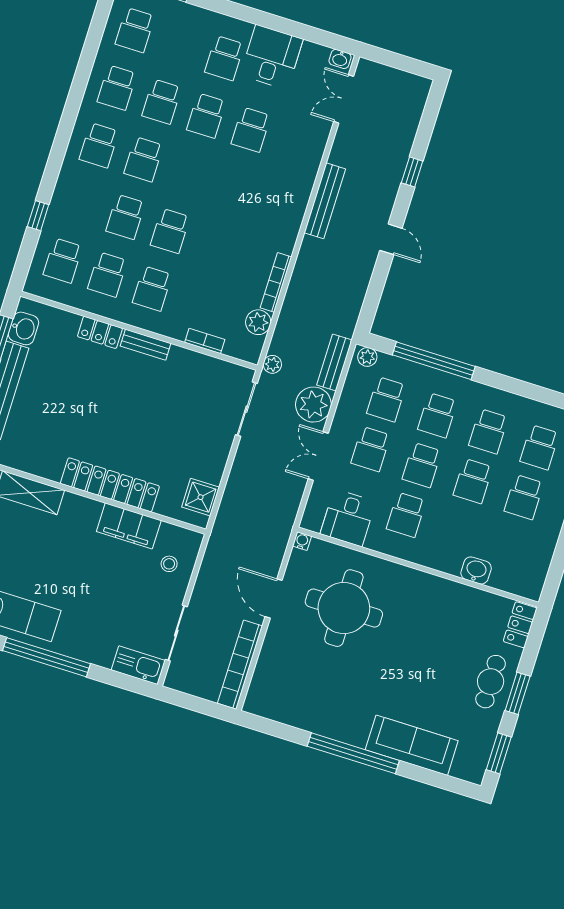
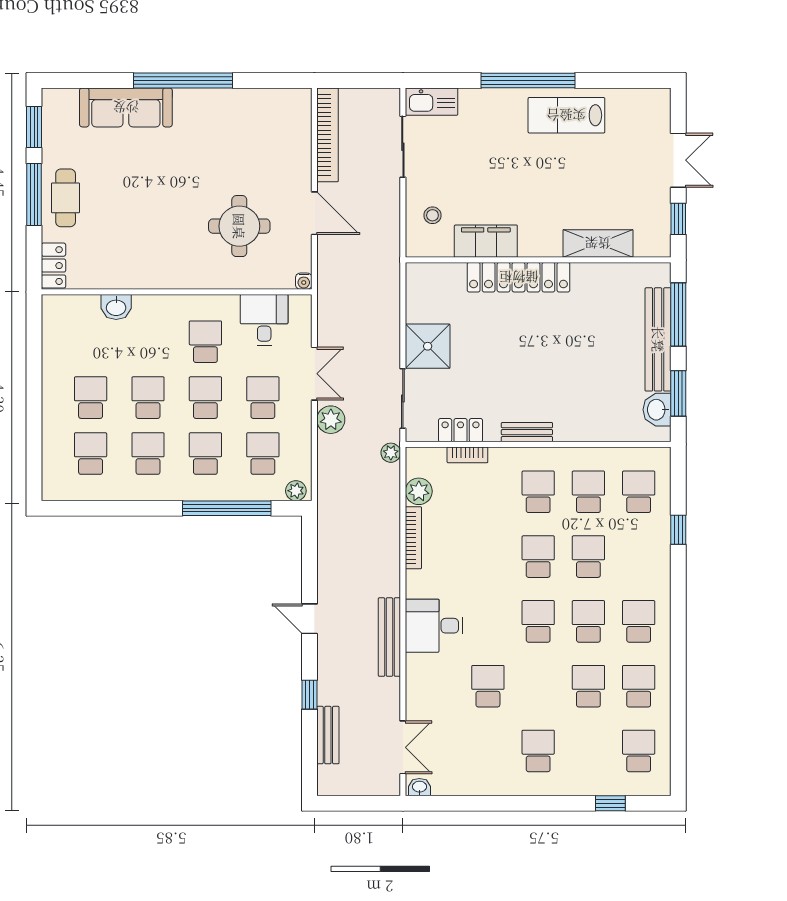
desk: (272, 57) -> (434, 626), moved, turned 90
school desk: (206, 116) -> (538, 621), moved
locker: (100, 332) -> (460, 430), moved
bench: (334, 362) -> (328, 735), moved
plant: (313, 405) -> (331, 420), width x0.73, depth x0.73
shower: (201, 497) -> (428, 346), moved, width x1.36, depth x1.36
round table: (344, 608) -> (239, 226), width x0.73, depth x0.73
window: (518, 693) -> (34, 195), width x1.44

